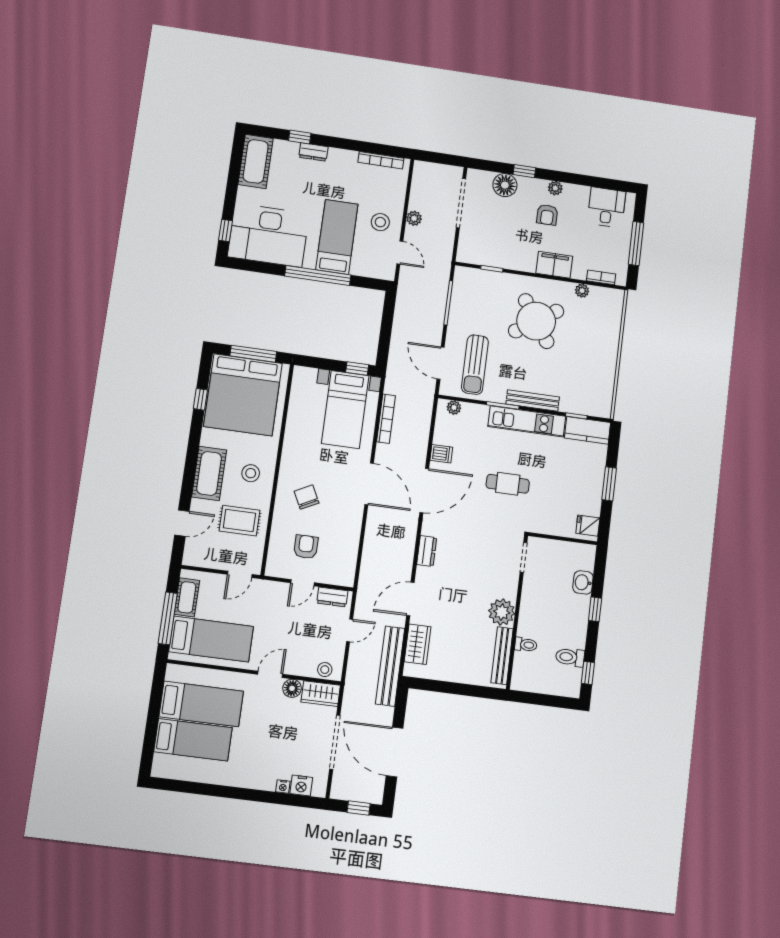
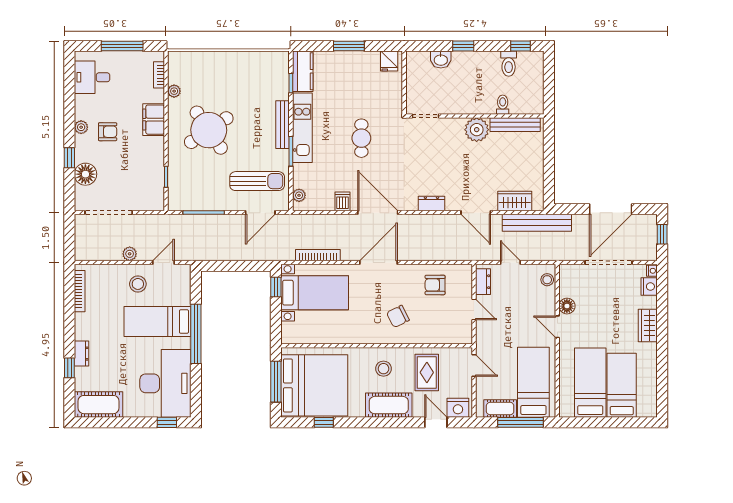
armchair: (306, 547) -> (435, 285), moved
nightstand: (195, 550) -> (458, 408), added
wardrobe: (321, 694) -> (648, 325), moved, turned 180
nightstand: (283, 787) -> (652, 271), moved

